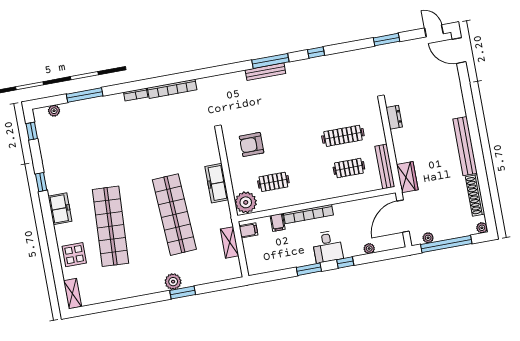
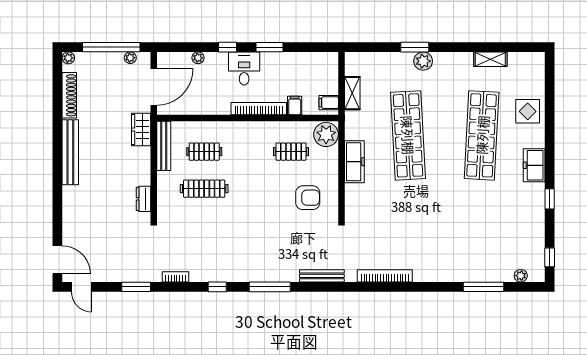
bench: (265, 72) -> (322, 276), moved
bookcase: (136, 95) -> (176, 277), moved
shelving: (72, 294) -> (490, 59), moved, turned 90

